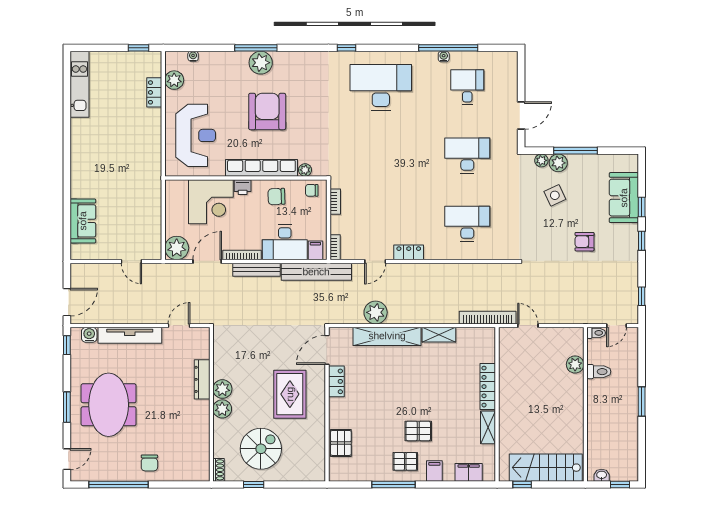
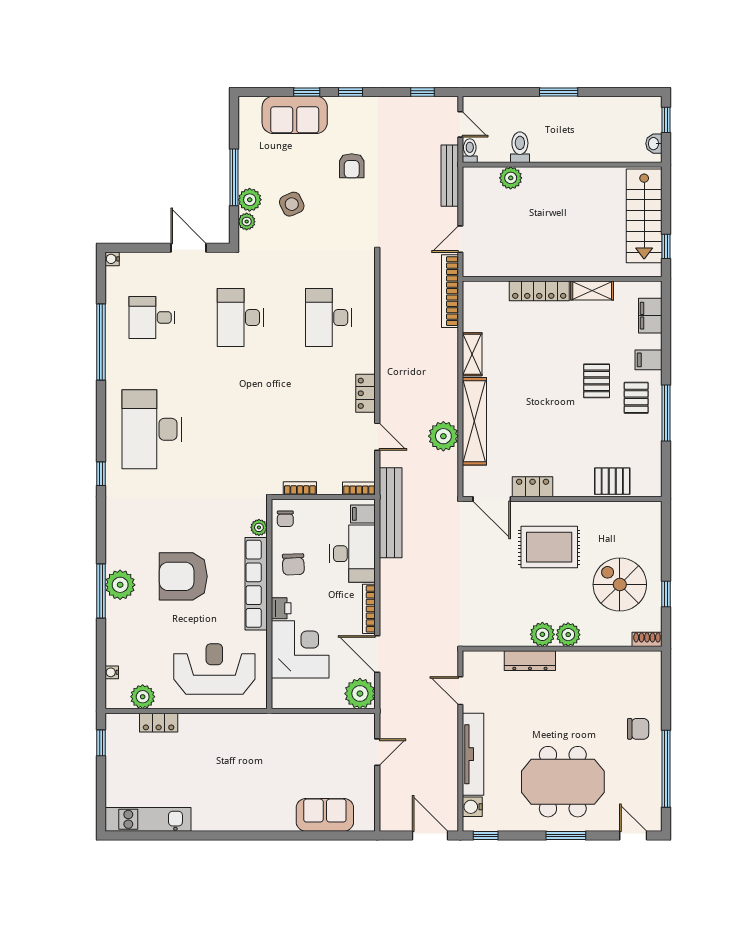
water cooler: (444, 57) -> (112, 259), moved
bench: (256, 270) -> (450, 176), moved

